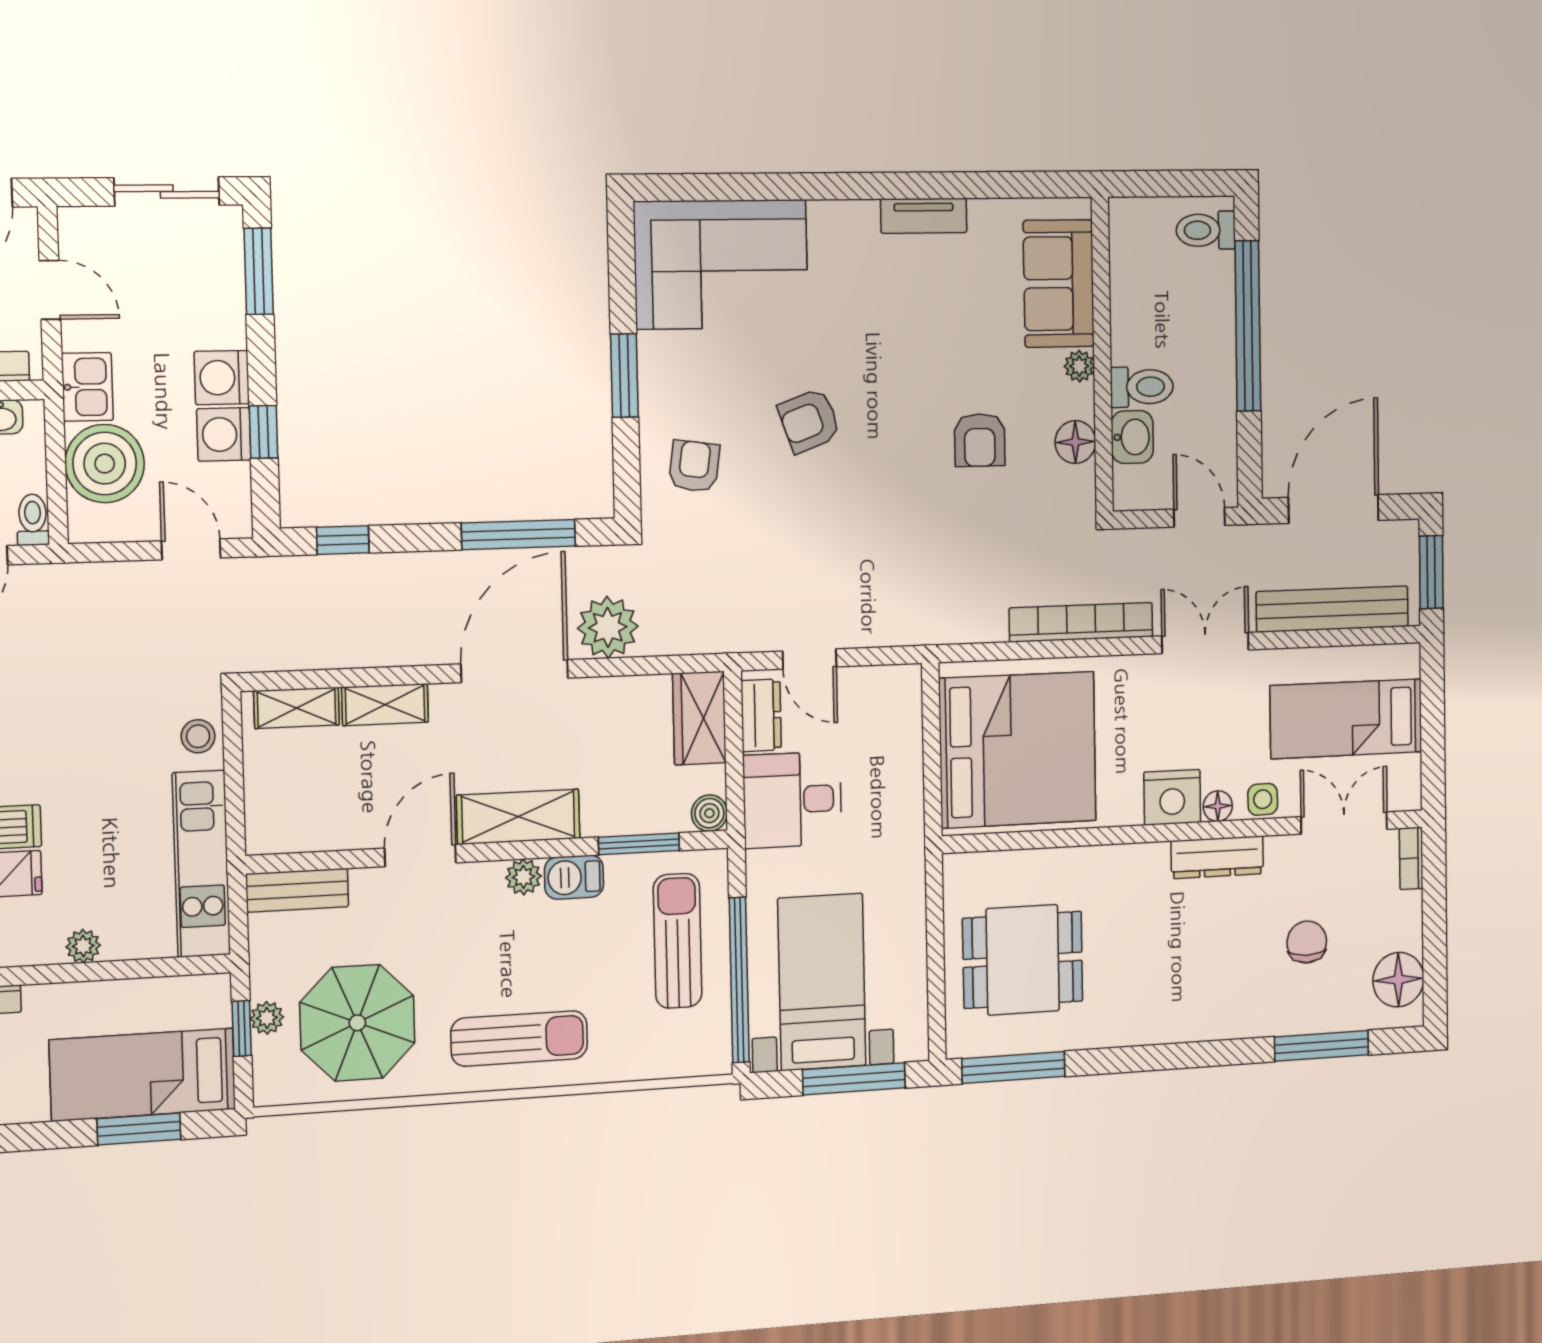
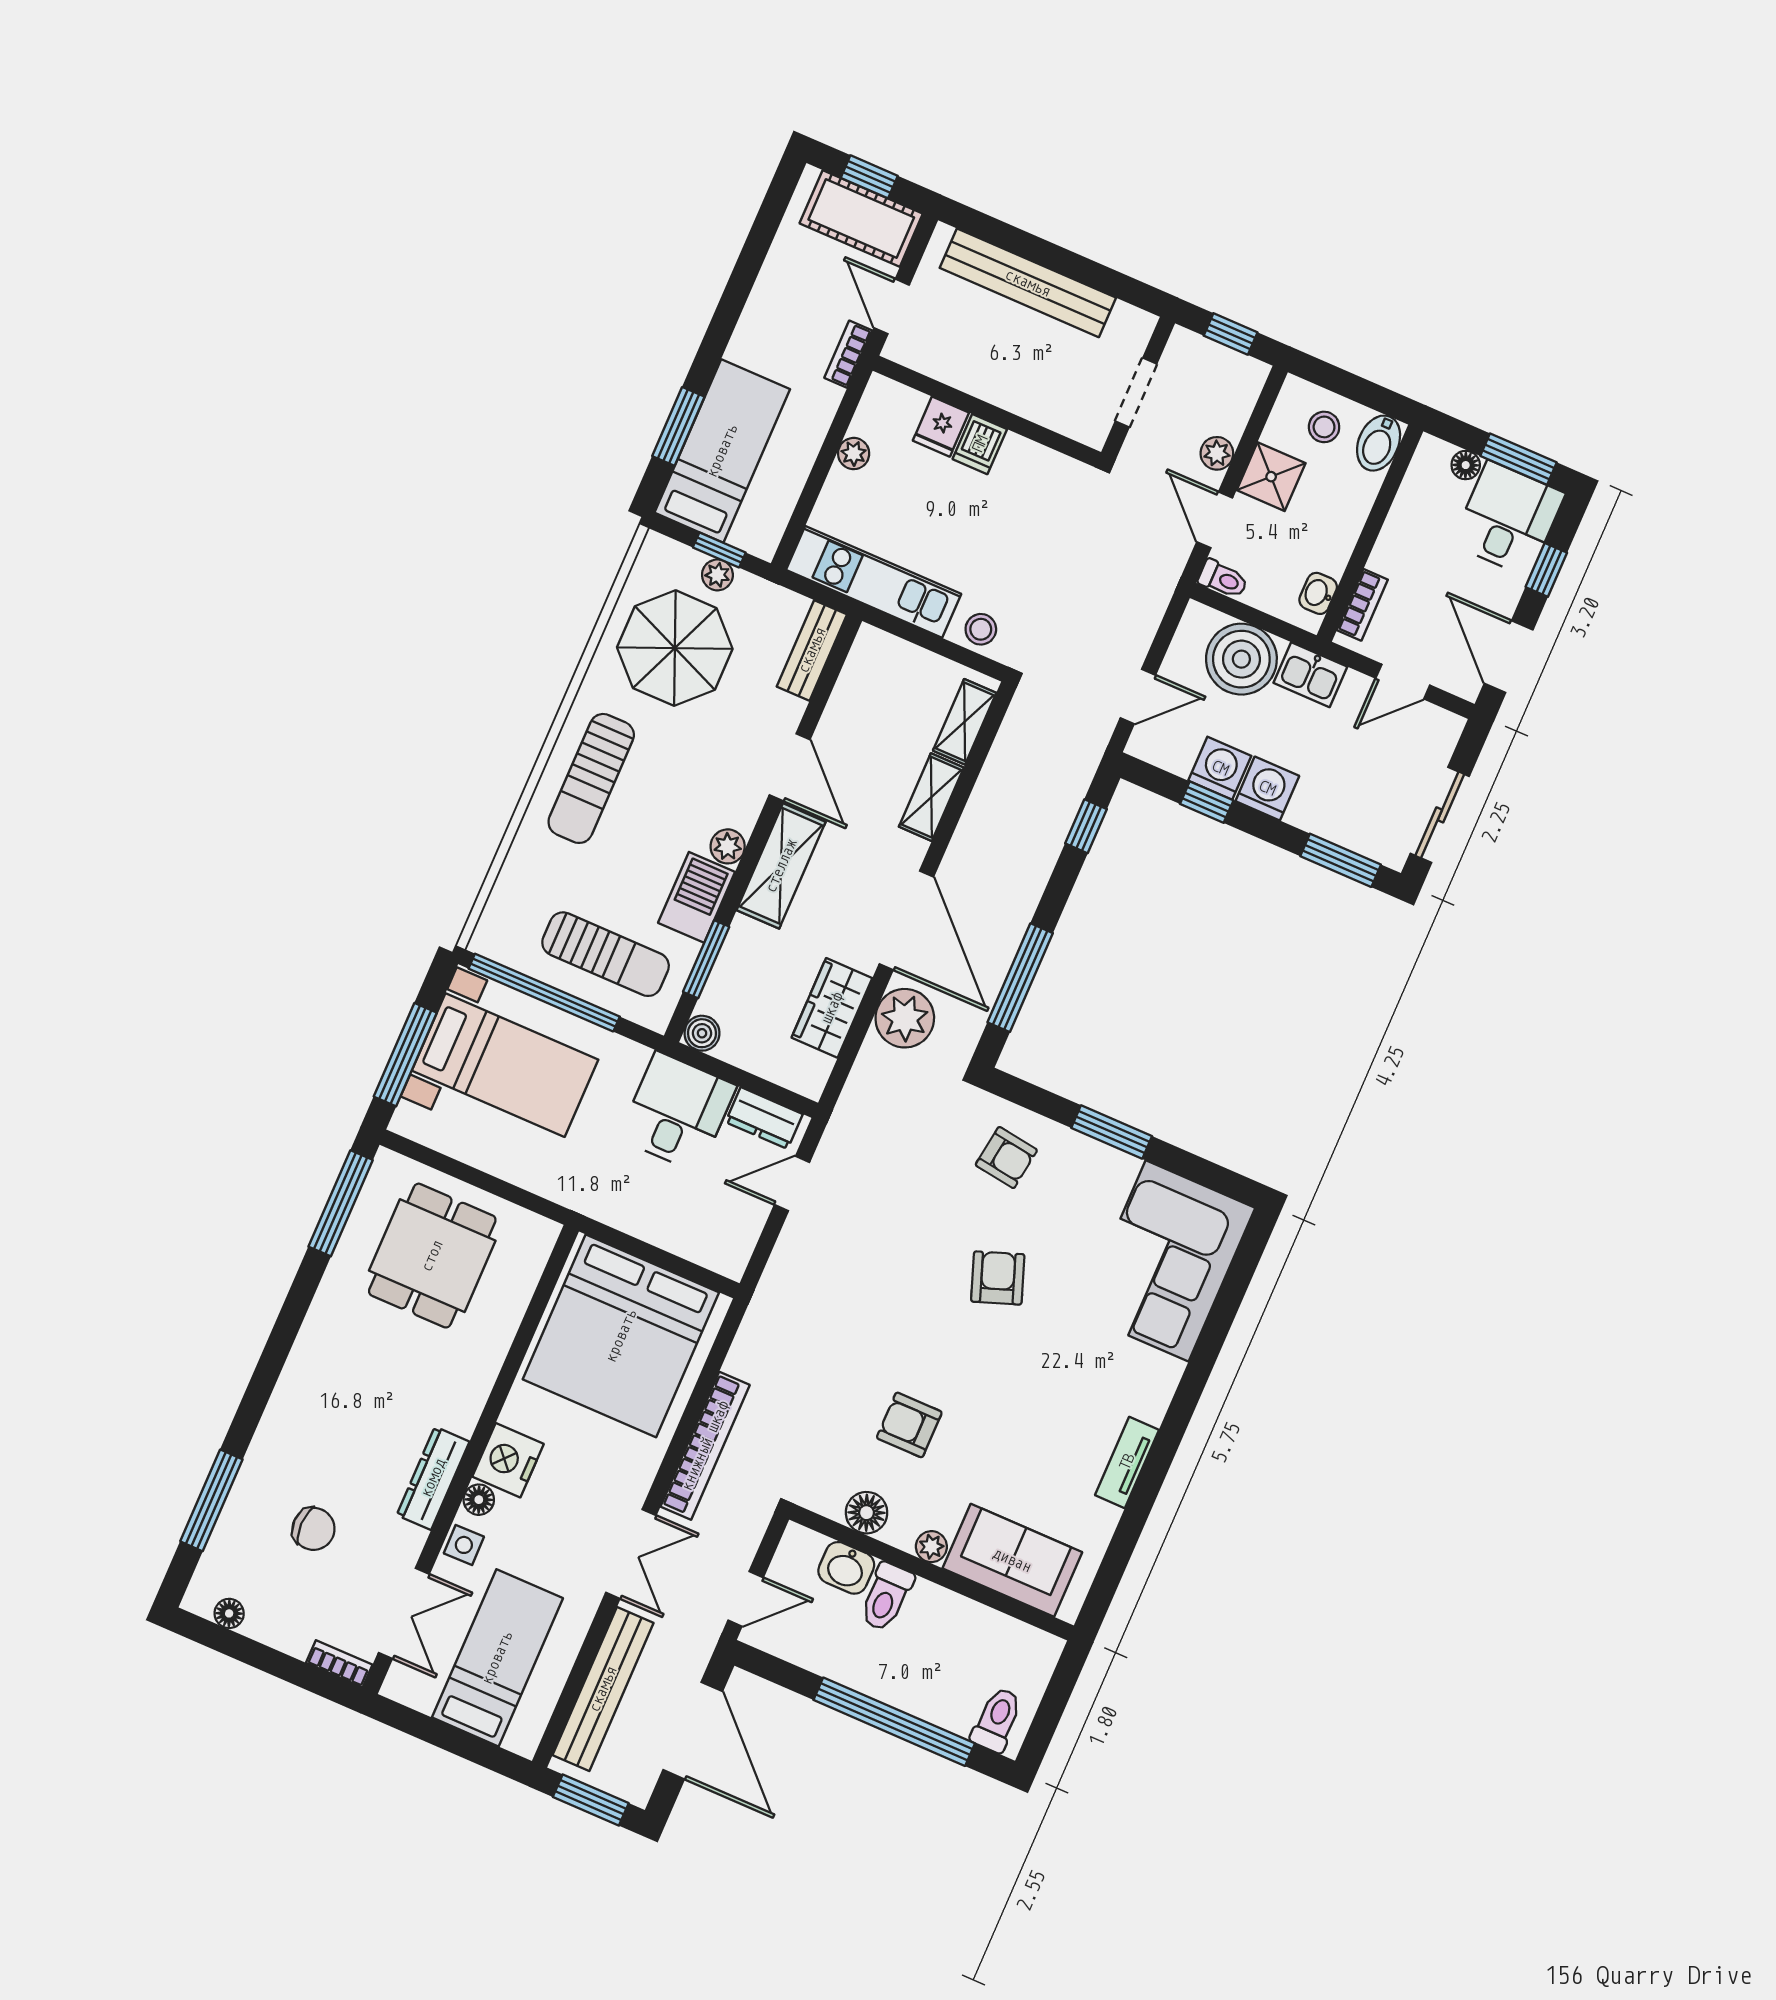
wardrobe: (699, 718) -> (832, 1008), moved, turned -90
barbecue: (574, 877) -> (697, 897), width x1.38, depth x1.27
floor lamp: (1398, 980) -> (229, 1613), width x0.53, depth x0.53

